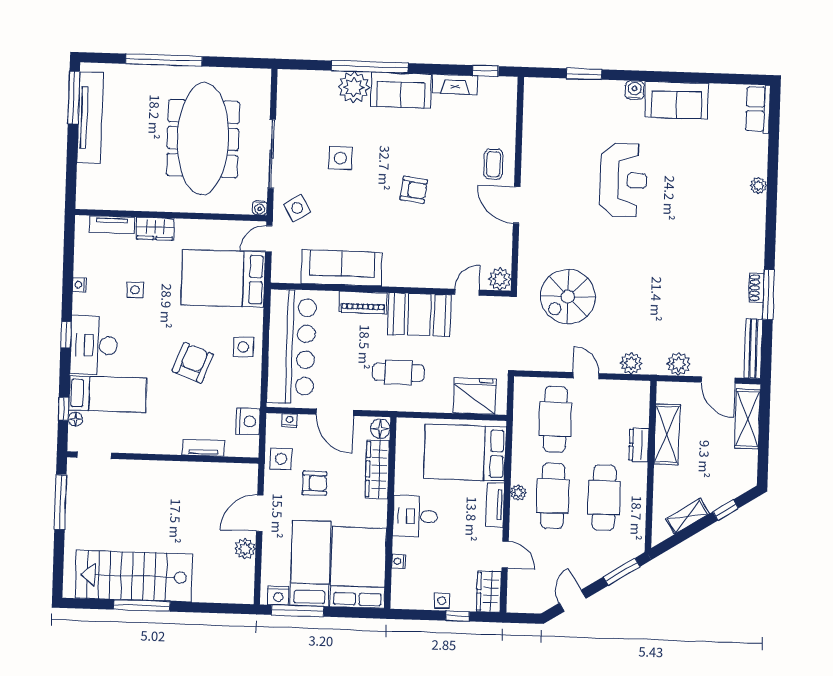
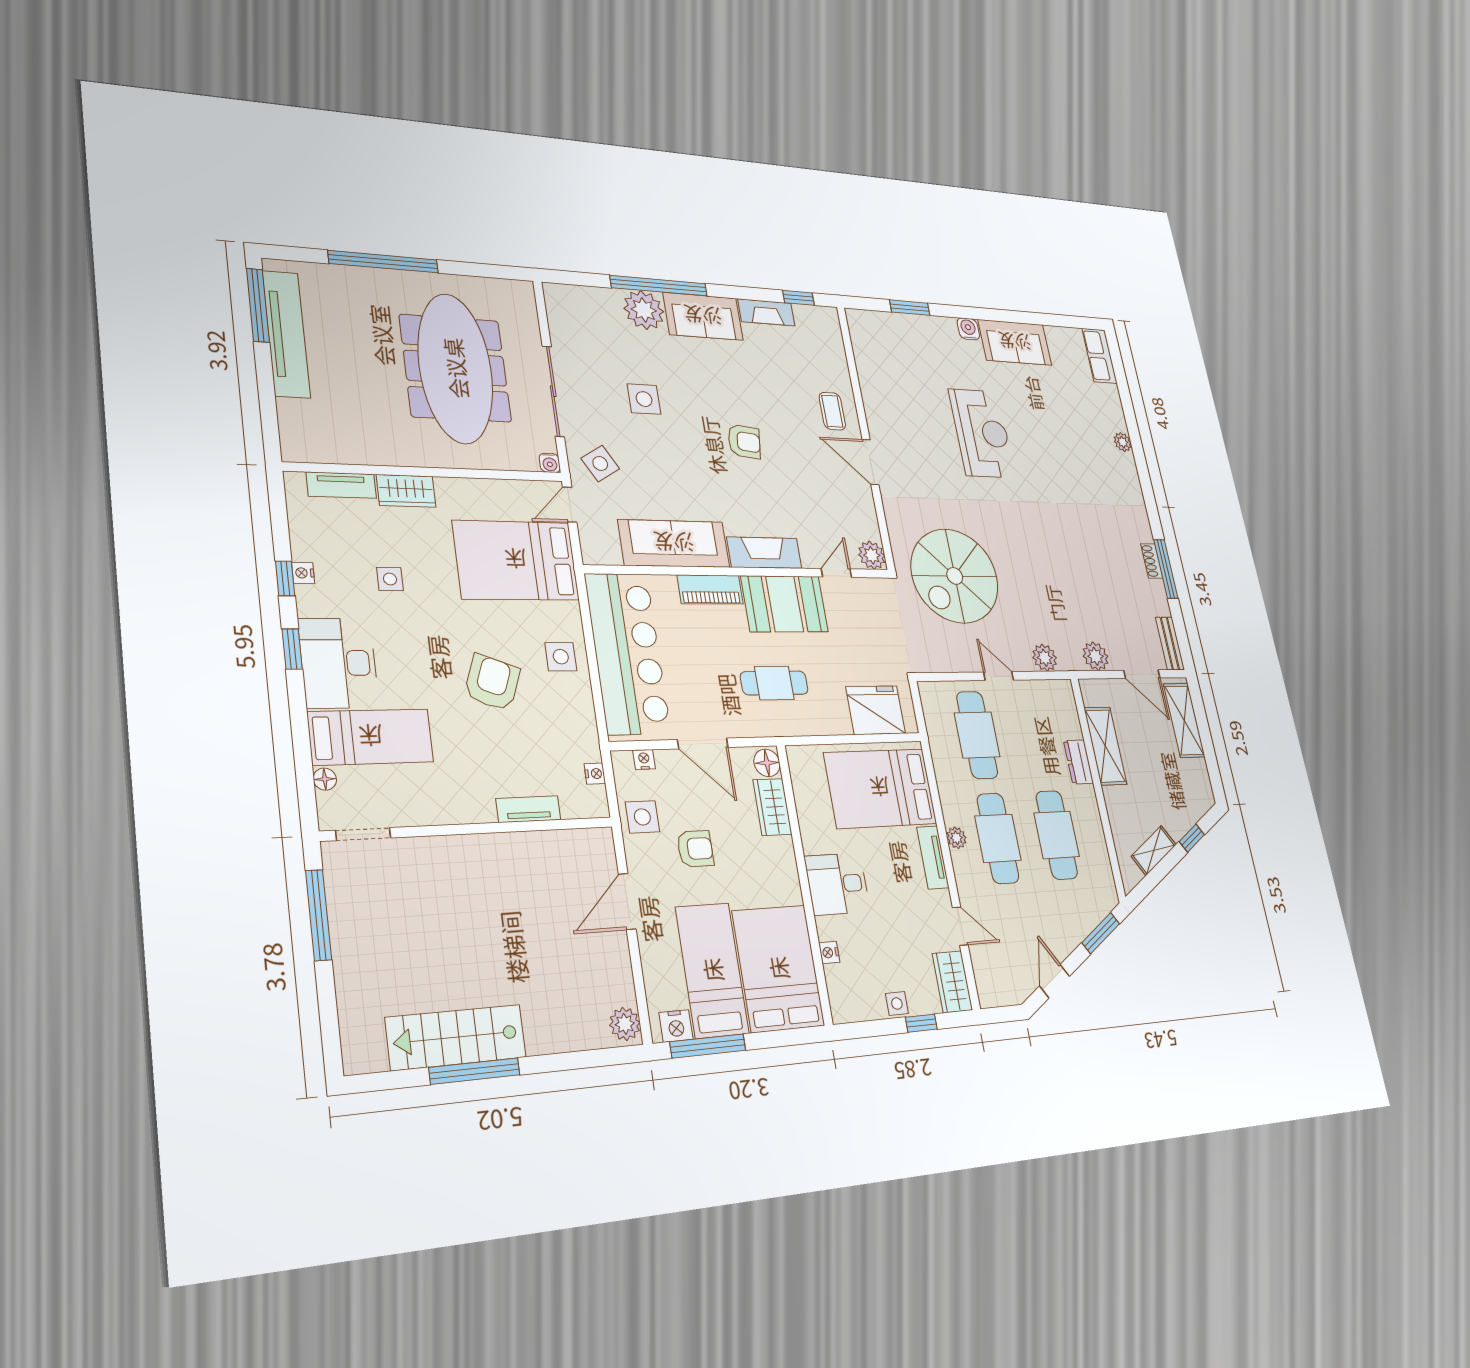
fireplace: (412, 276) -> (764, 553), added
spiral stairs: (568, 297) -> (955, 576), width x1.37, depth x1.37
bench: (753, 349) -> (1170, 643), width x0.73
window: (64, 409) -> (285, 578), moved
nightstand: (248, 421) -> (595, 774), width x0.53, depth x0.56
wardrobe: (377, 469) -> (772, 807), width x0.67
plant: (245, 549) -> (625, 1024), moved
stairs: (134, 576) -> (456, 1037), width x0.73, depth x0.66

